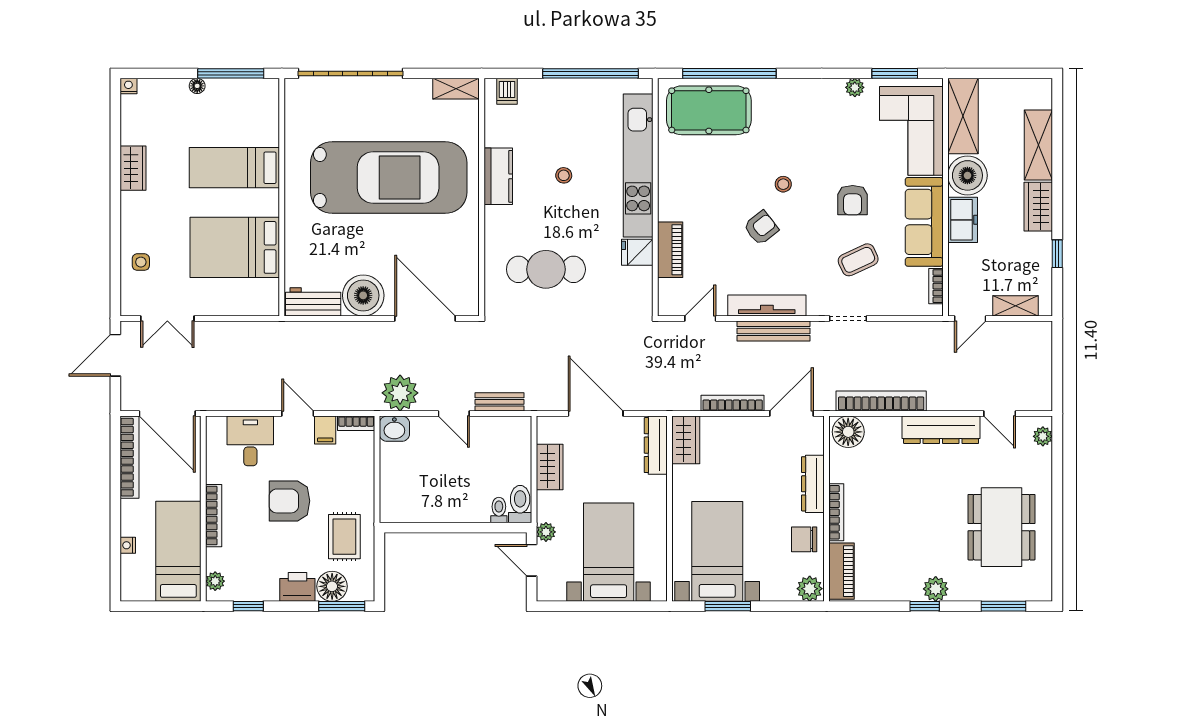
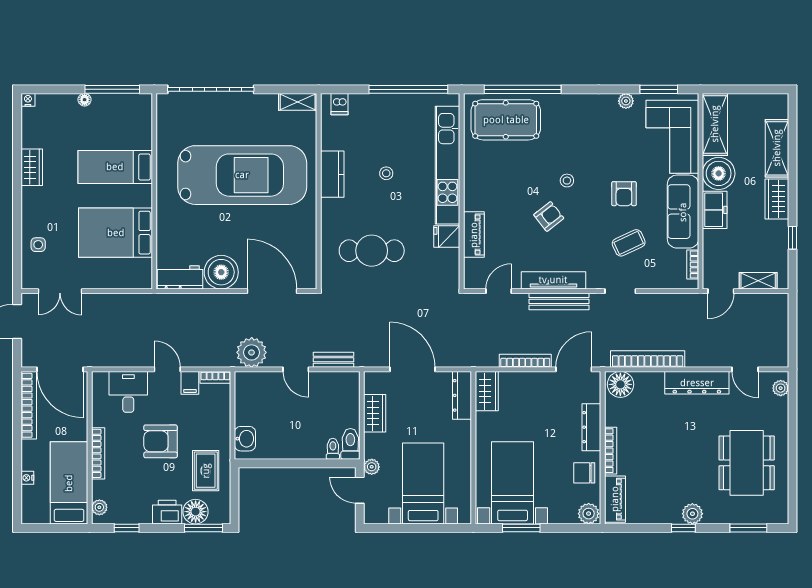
washbasin: (394, 429) -> (245, 439), moved, turned -90

